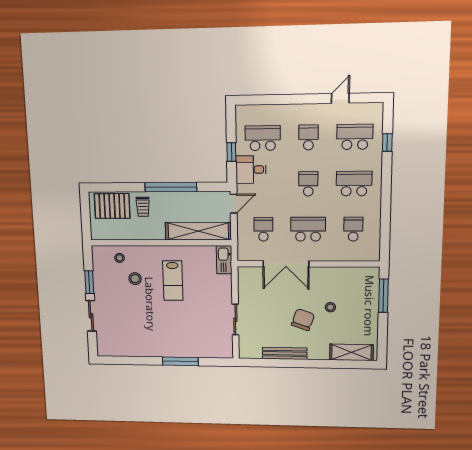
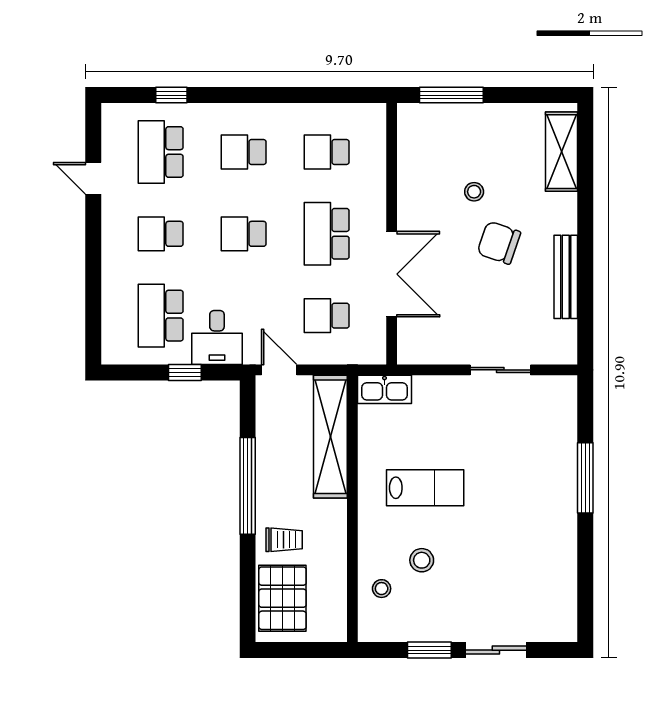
school desk: (354, 184) -> (244, 152), width x0.54

